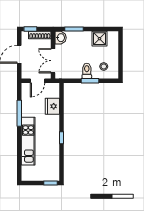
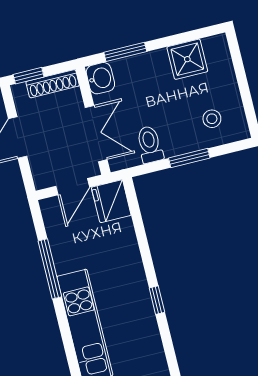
double door: (53, 61) -> (96, 134), swing flipped
toilet: (87, 71) -> (150, 144), moved
fridge: (52, 106) -> (111, 201), moved

